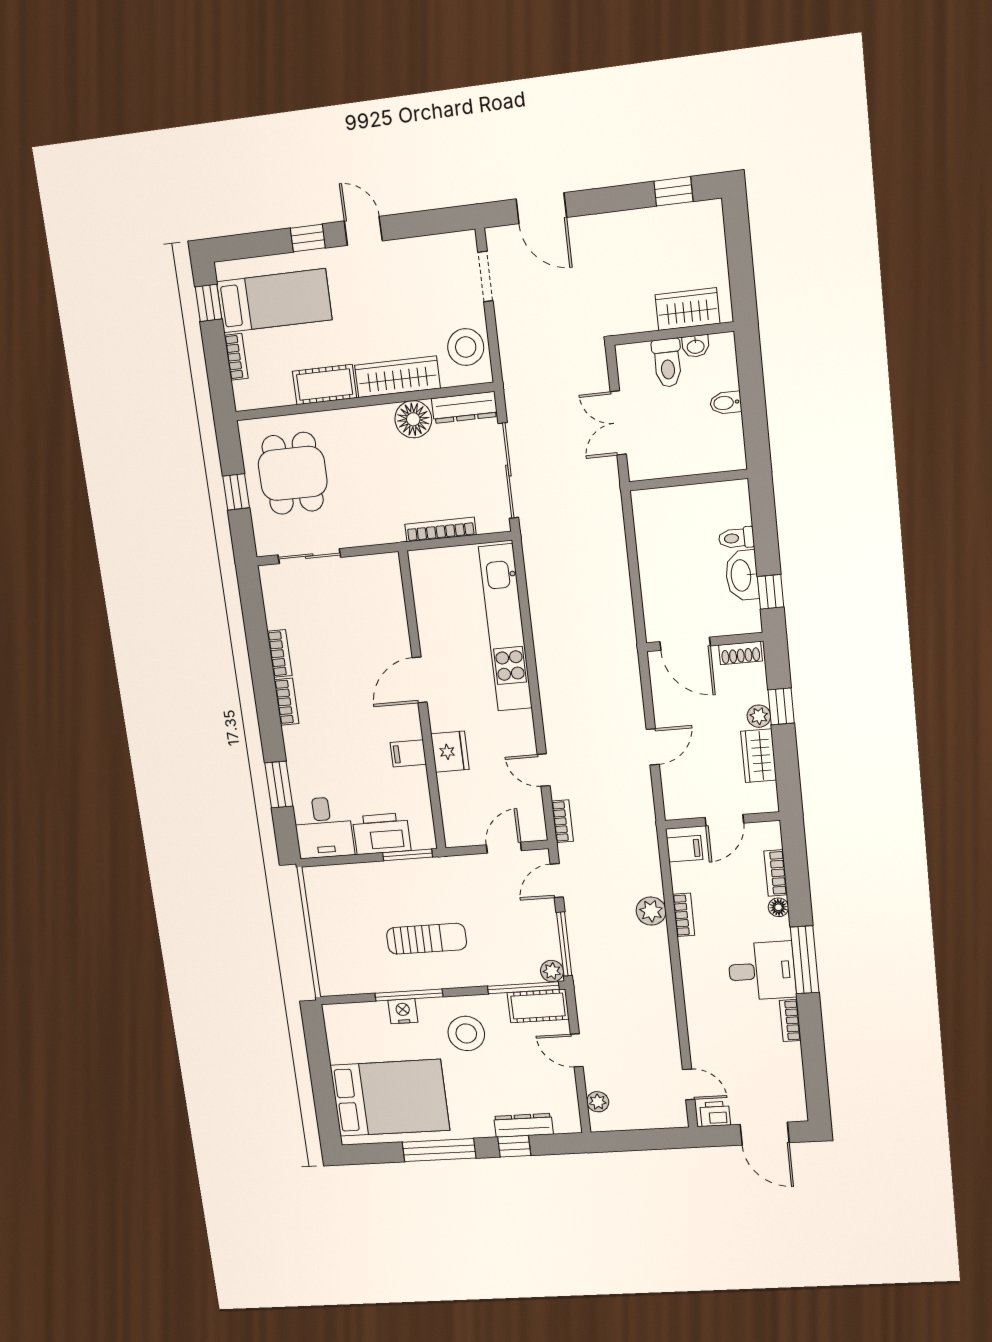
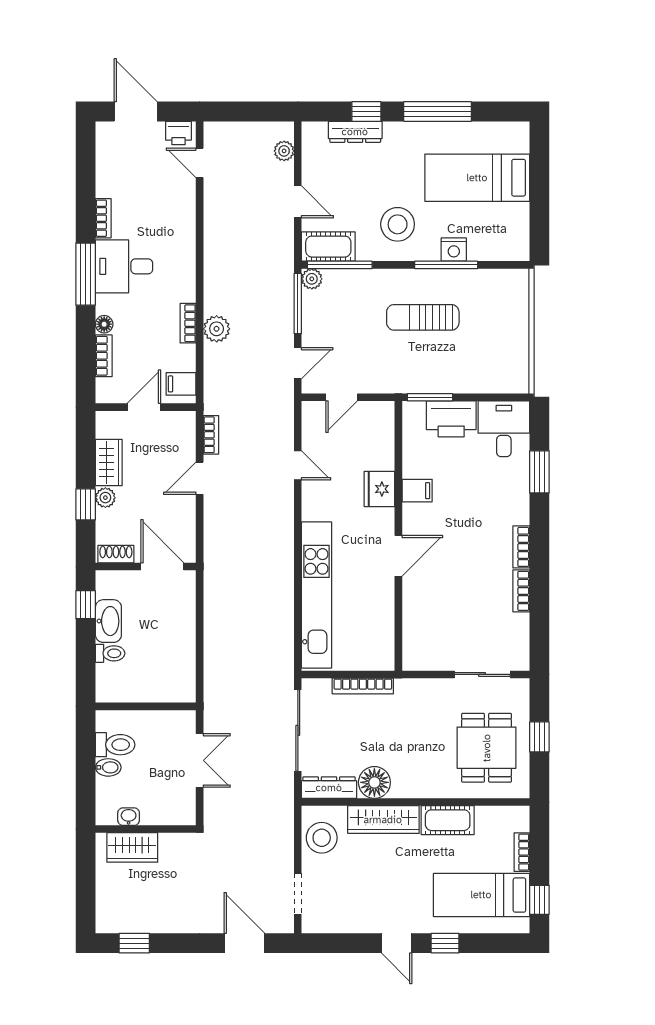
toilet: (667, 363) -> (115, 745), moved, turned 90
bookcase: (562, 821) -> (211, 435), moved, turned 180
bed: (390, 1098) -> (477, 178), width x0.67

